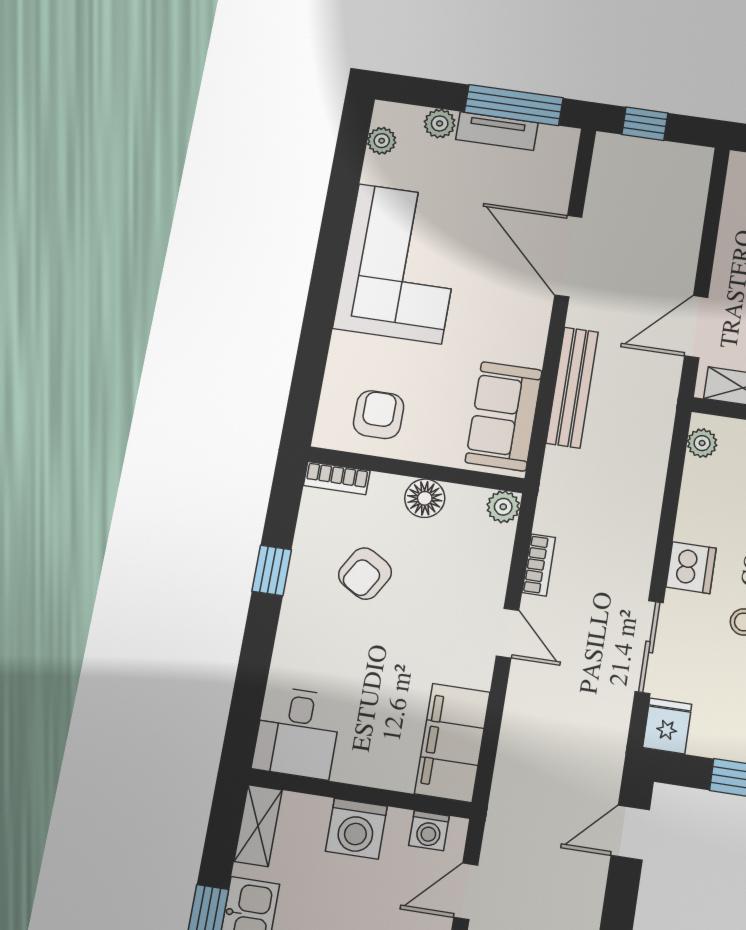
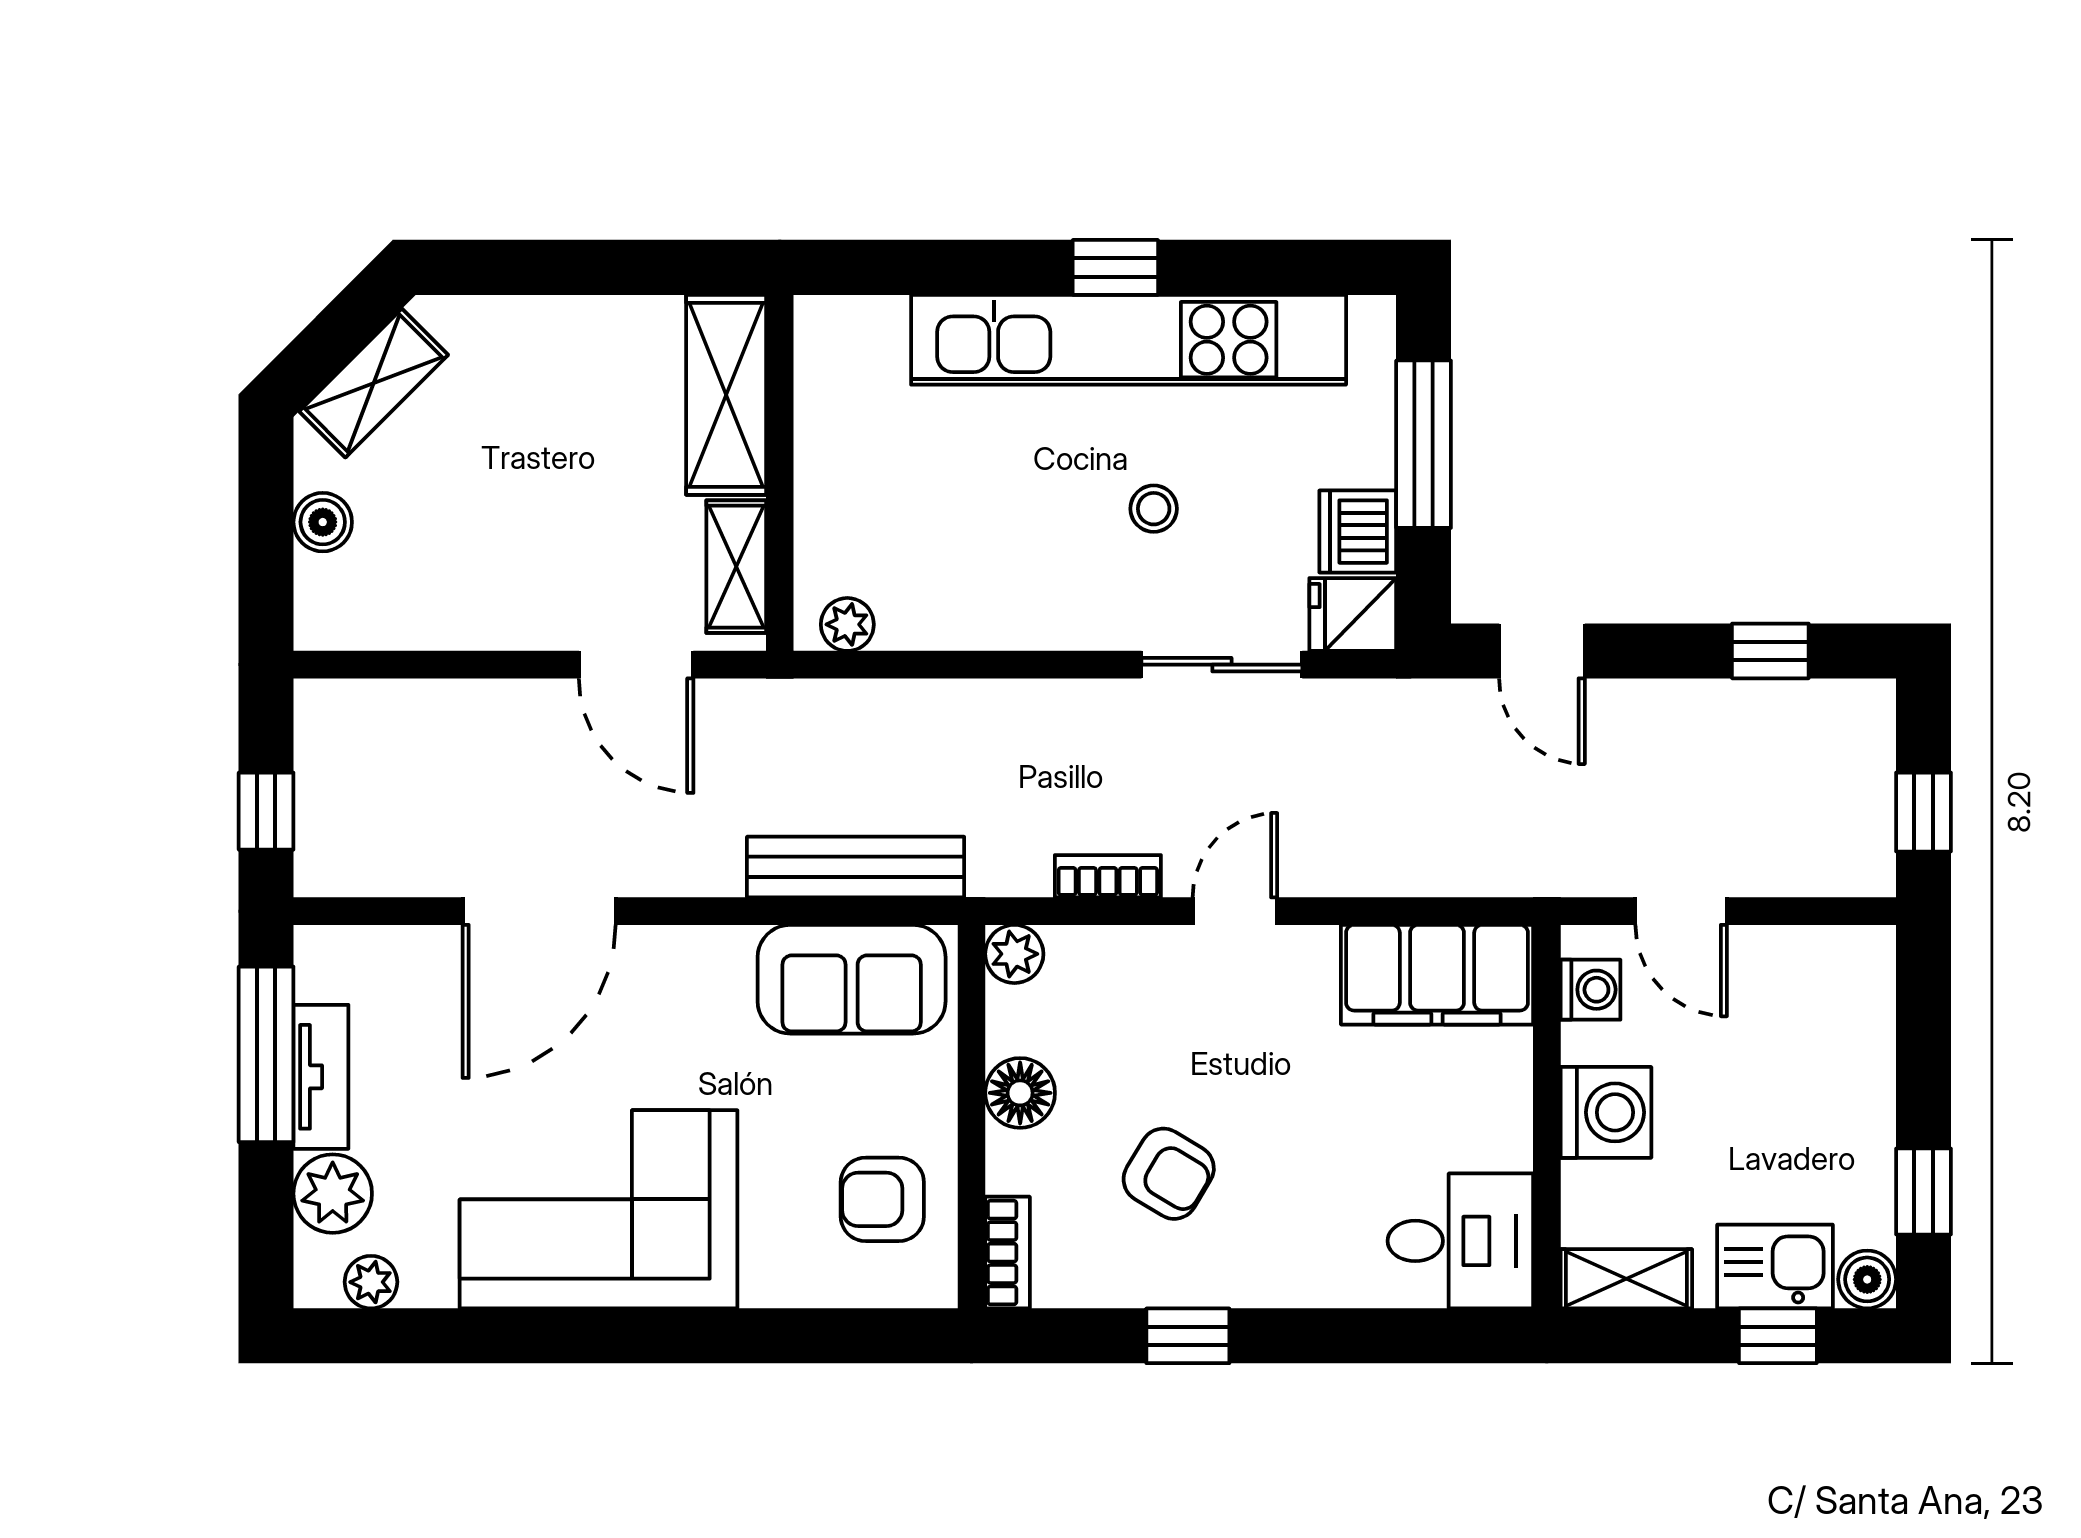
plant: (440, 123) -> (333, 1194), width x1.38, depth x1.38
bench: (572, 387) -> (856, 867), moved
dishwasher: (691, 568) -> (1358, 532), moved, turned -90

